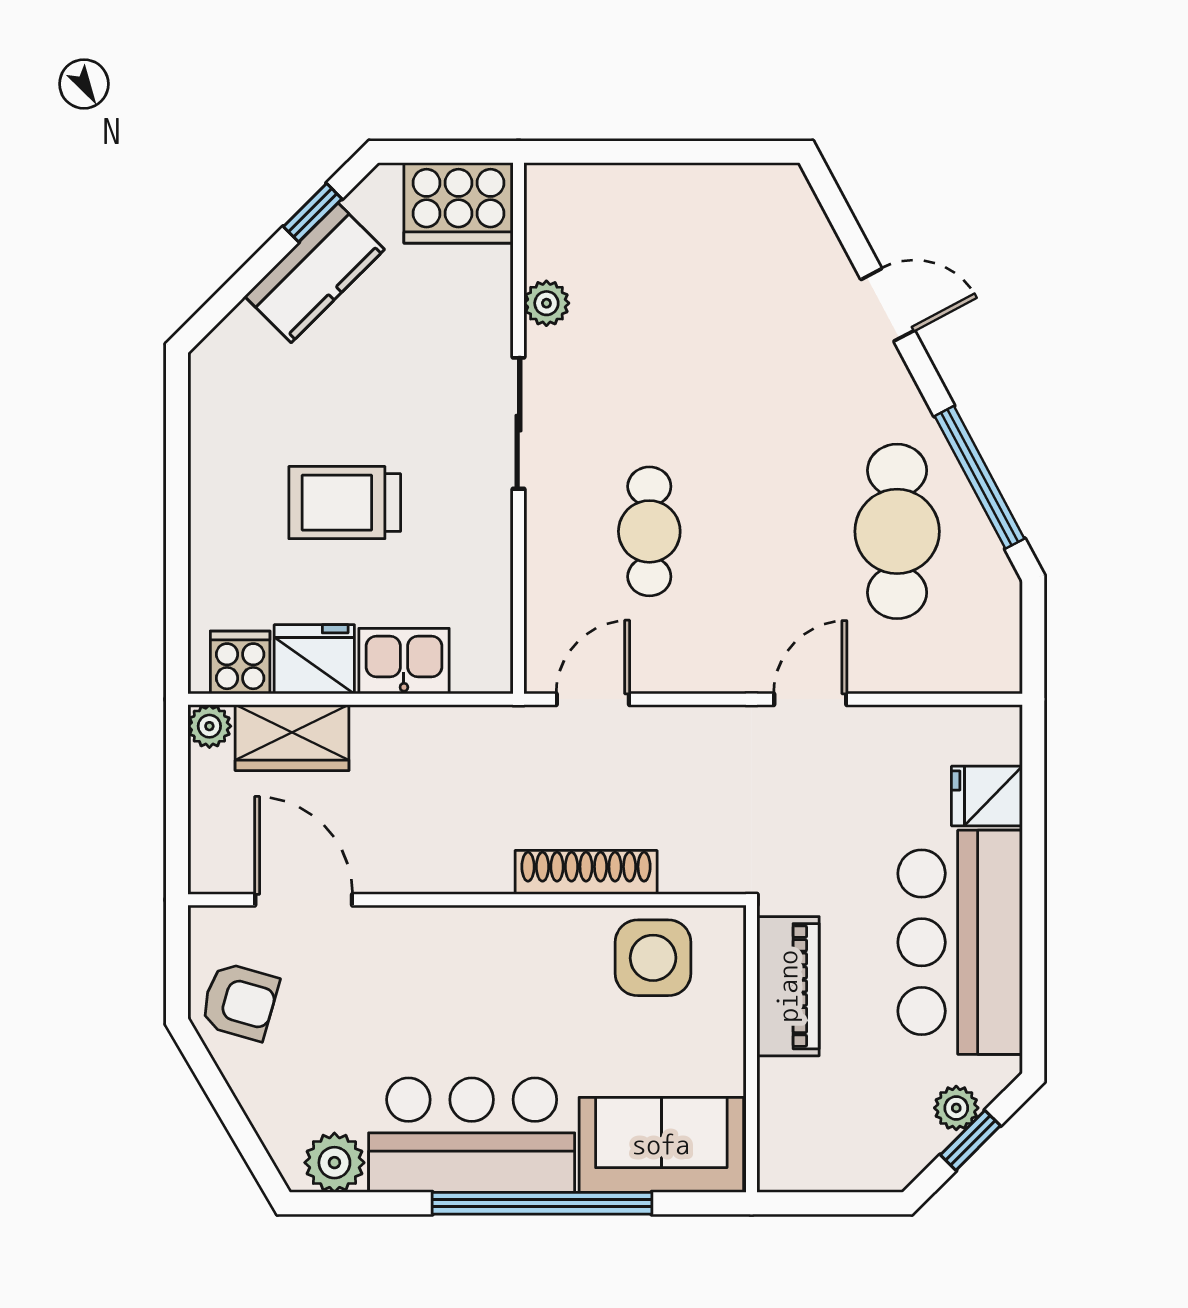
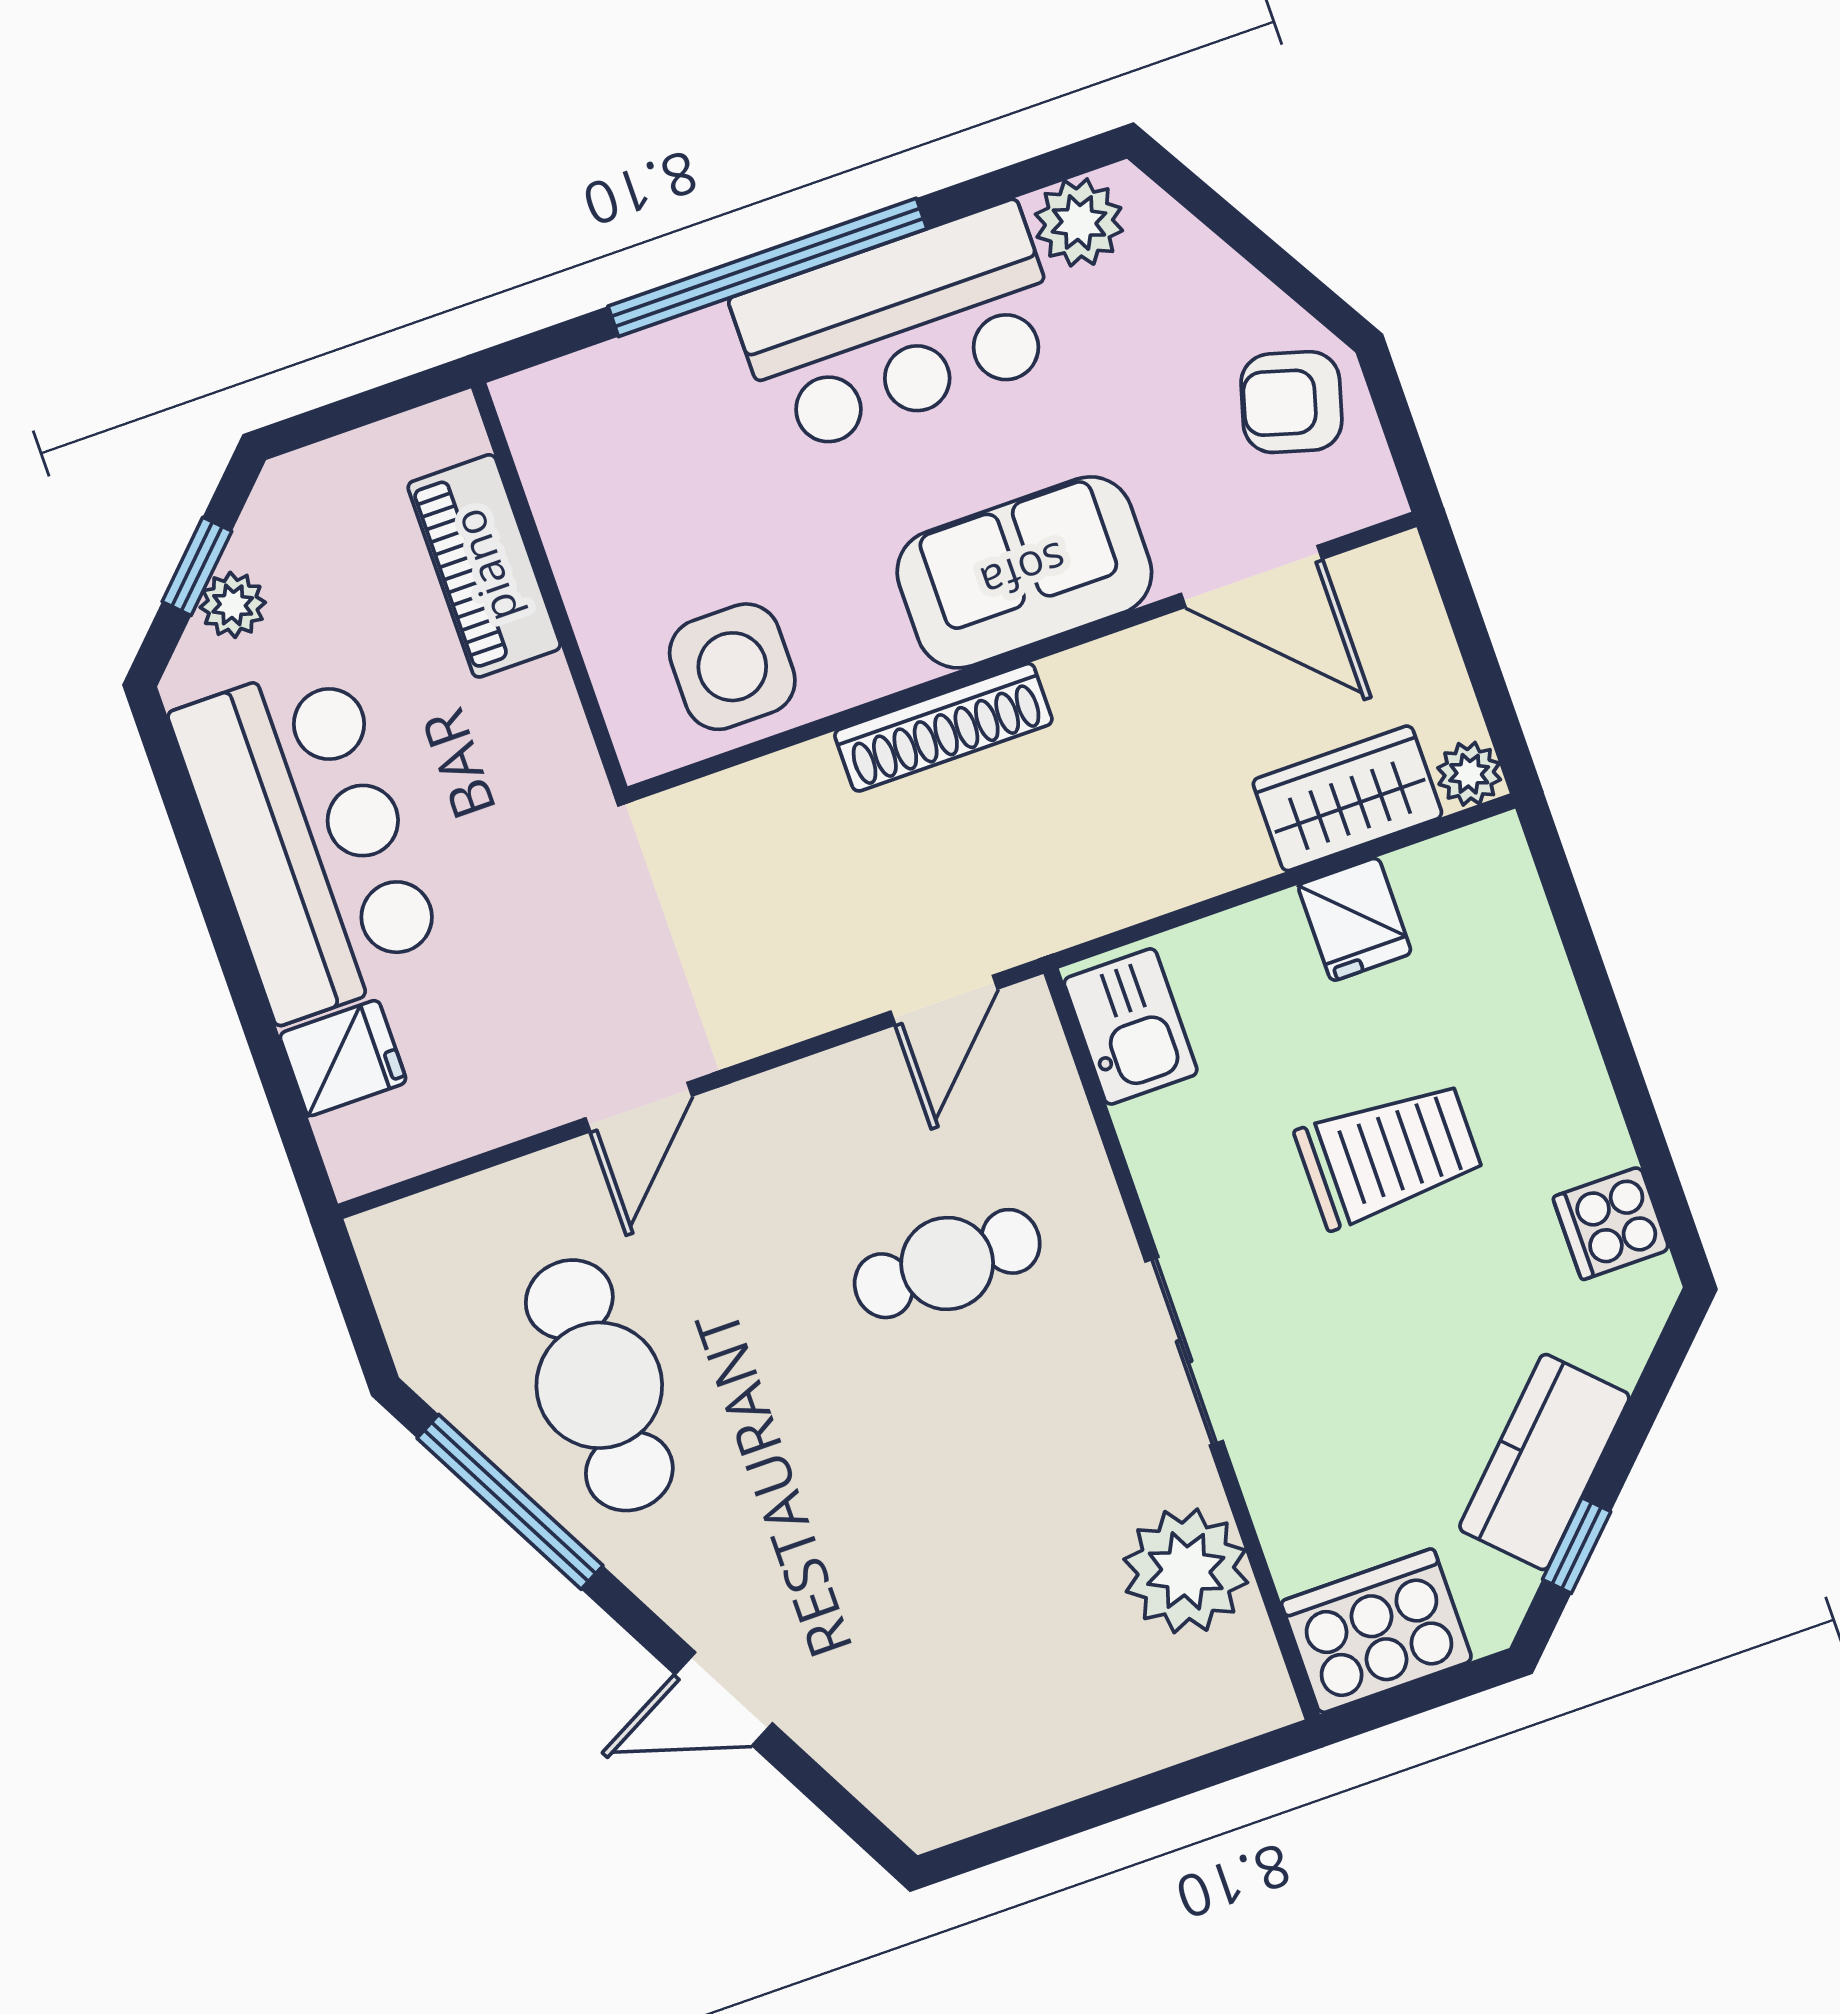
plant: (546, 303) -> (1186, 1571), width x1.87, depth x1.87
cafe table: (649, 531) -> (947, 1264), turned 90
fridge: (314, 659) -> (1355, 919), width x0.72
kitchen sink: (404, 661) -> (1131, 1026), moved, turned -90
cooker: (240, 662) -> (1611, 1223), moved, turned 90
shoe rack: (586, 872) -> (943, 727), moved
piano: (788, 986) -> (484, 566), moved
sofa: (661, 1145) -> (1024, 572), moved, turned 180

